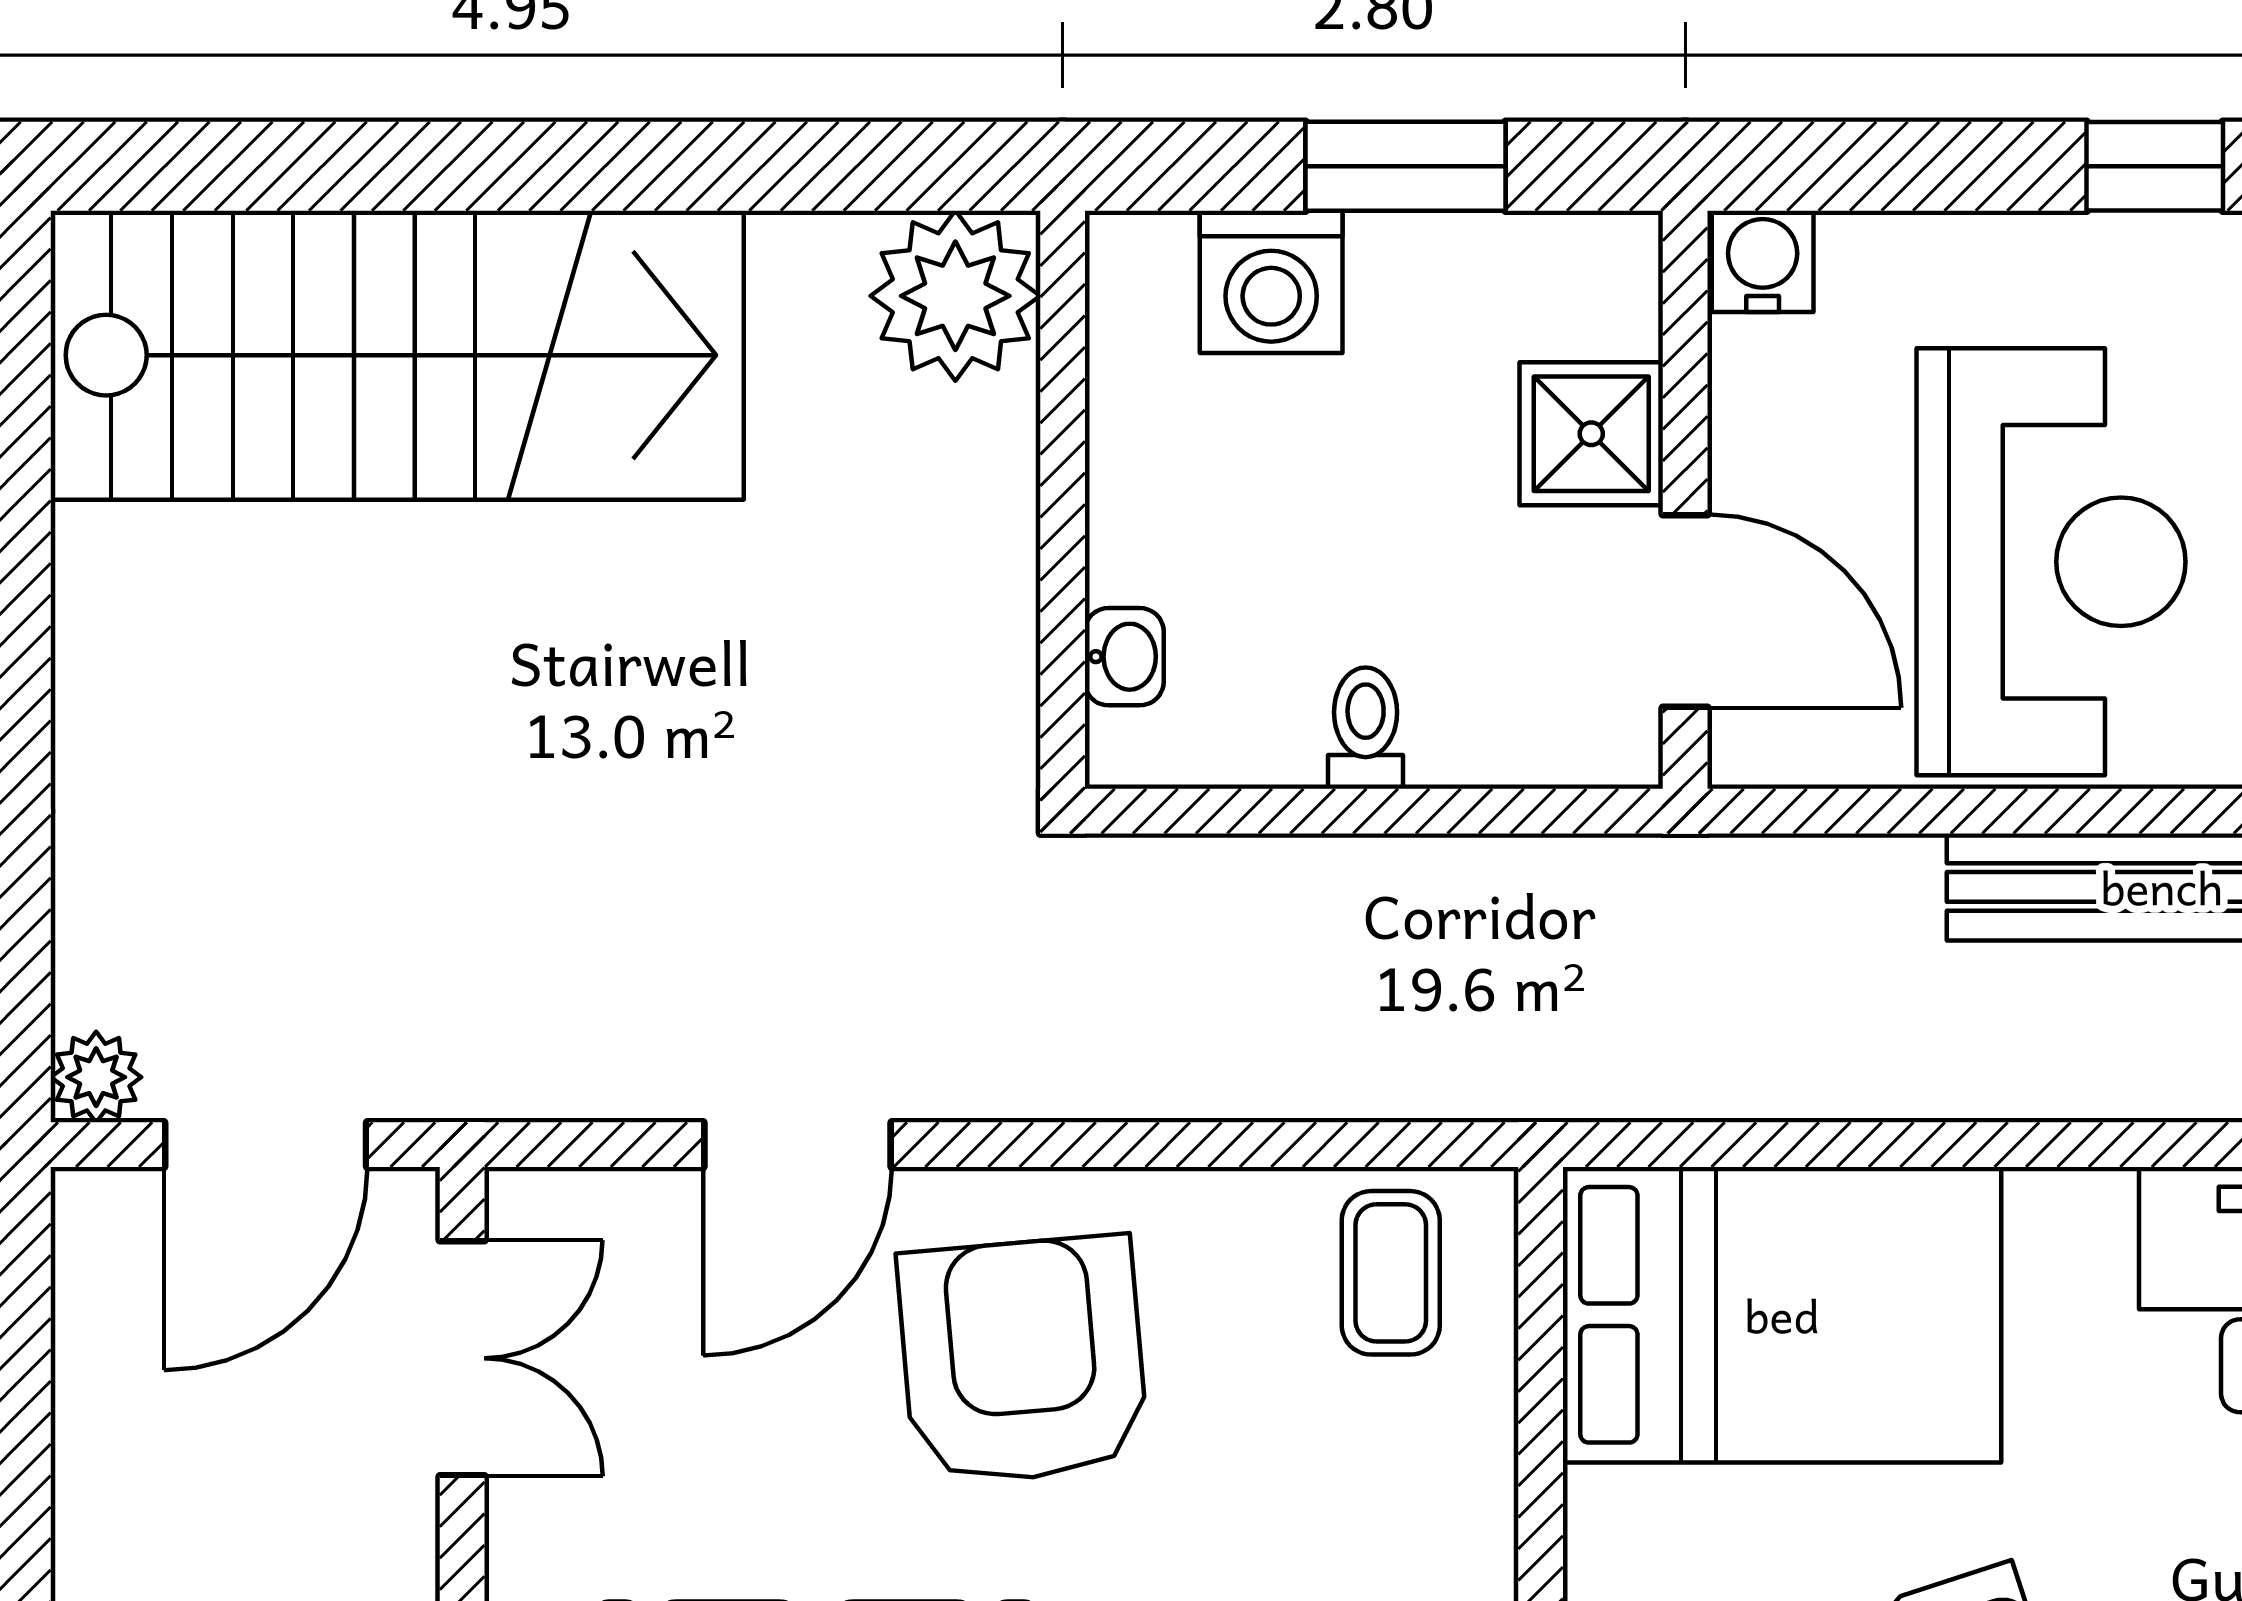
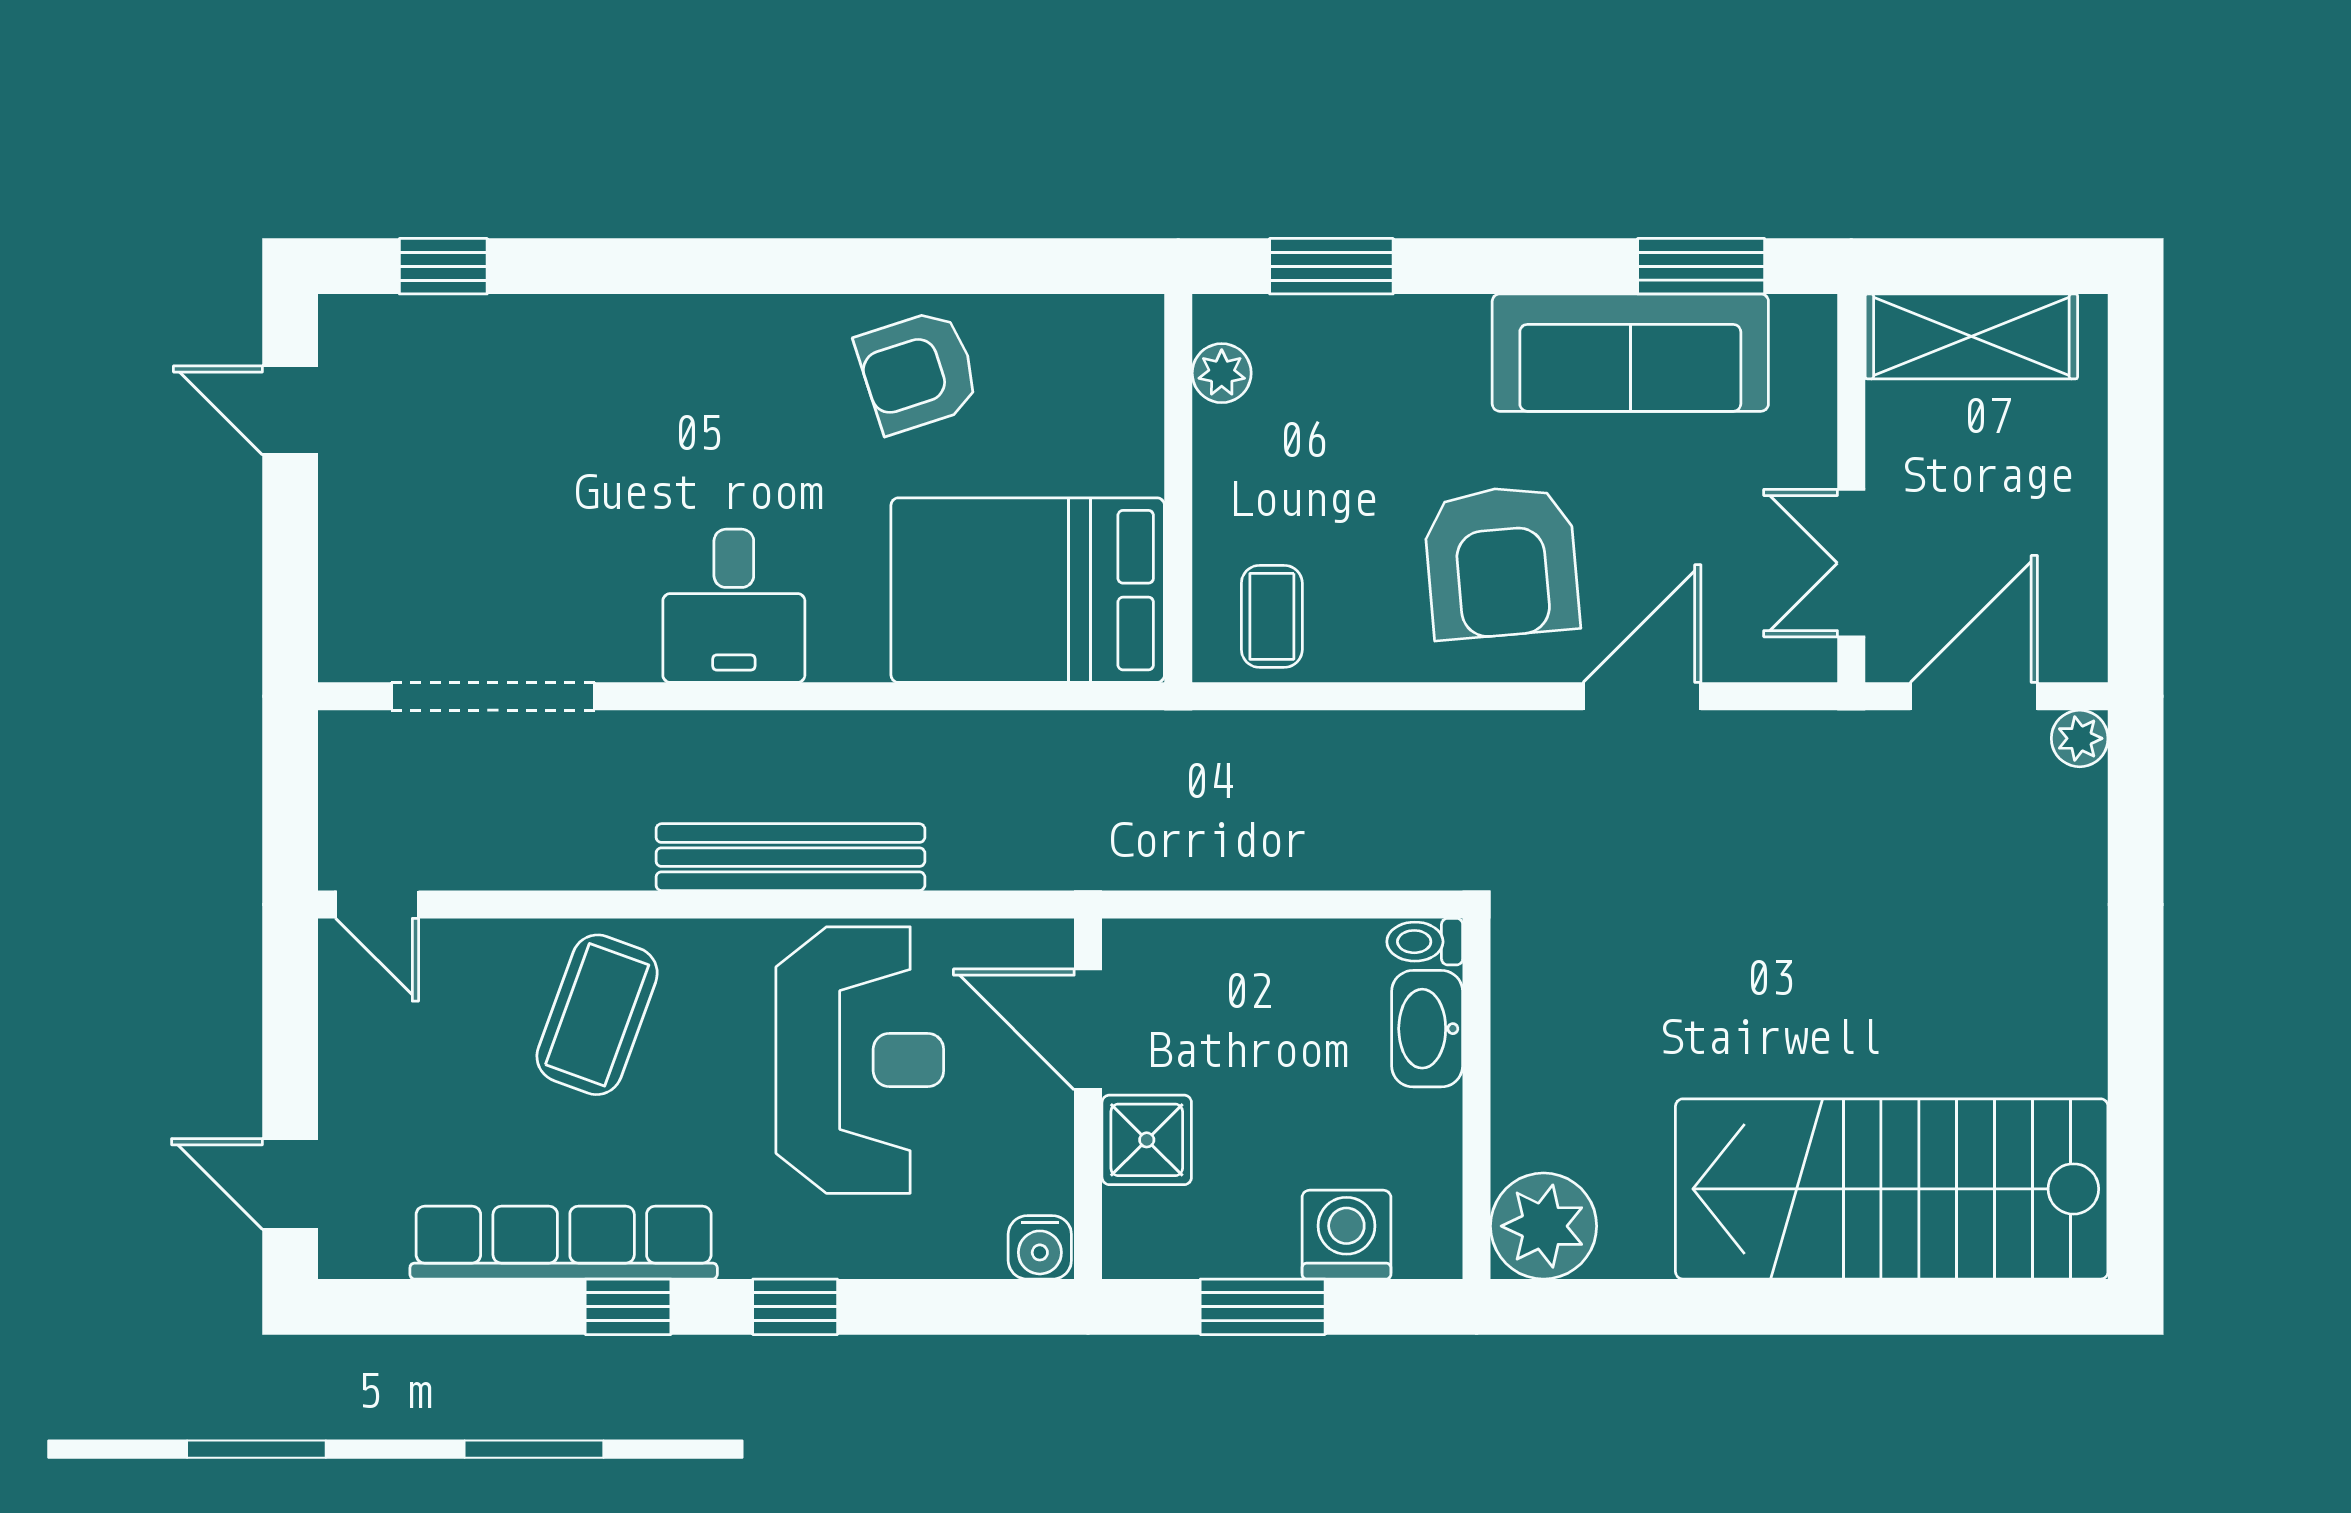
reception desk: (2051, 562) -> (860, 1060), turned 180
washbasin: (1124, 657) -> (1427, 1029), width x1.91, depth x1.45
toilet: (1366, 728) -> (1425, 942), moved, turned 90

